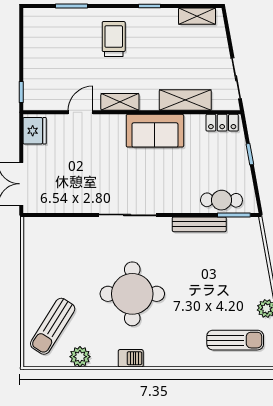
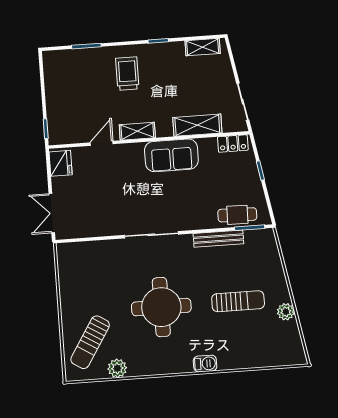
sun lounger: (235, 340) -> (238, 301), moved
barbecue: (131, 358) -> (205, 364), moved

